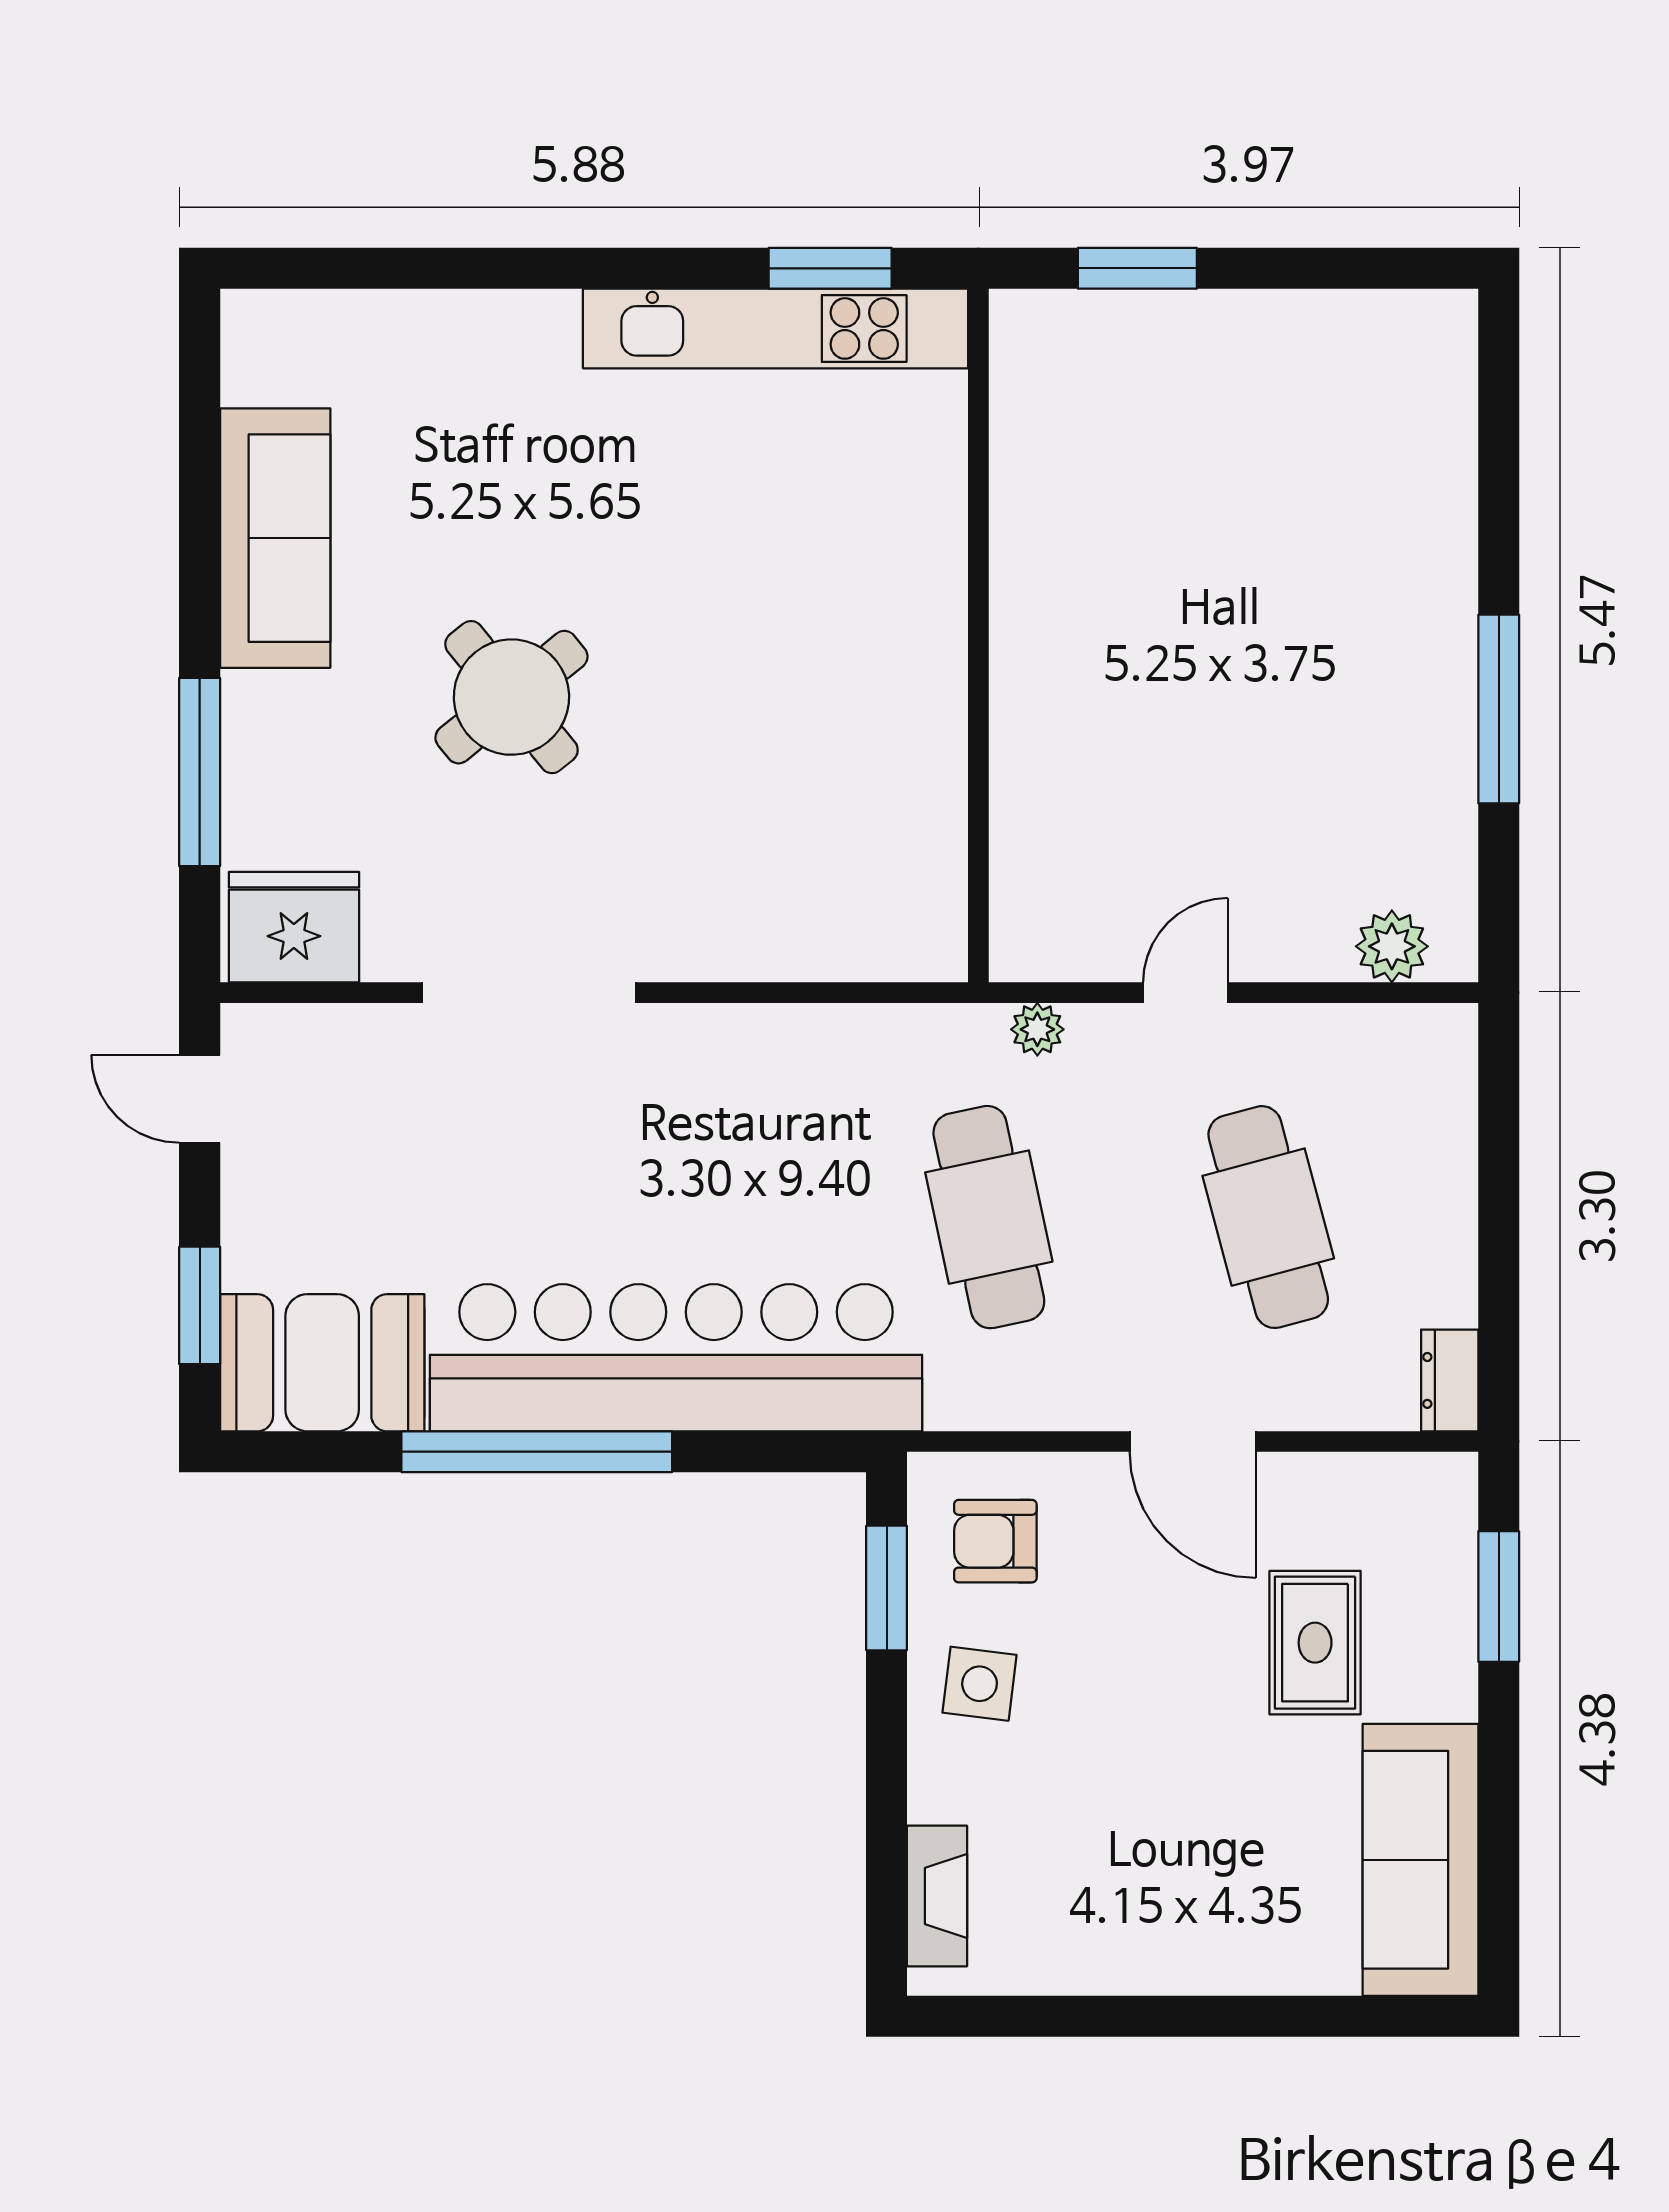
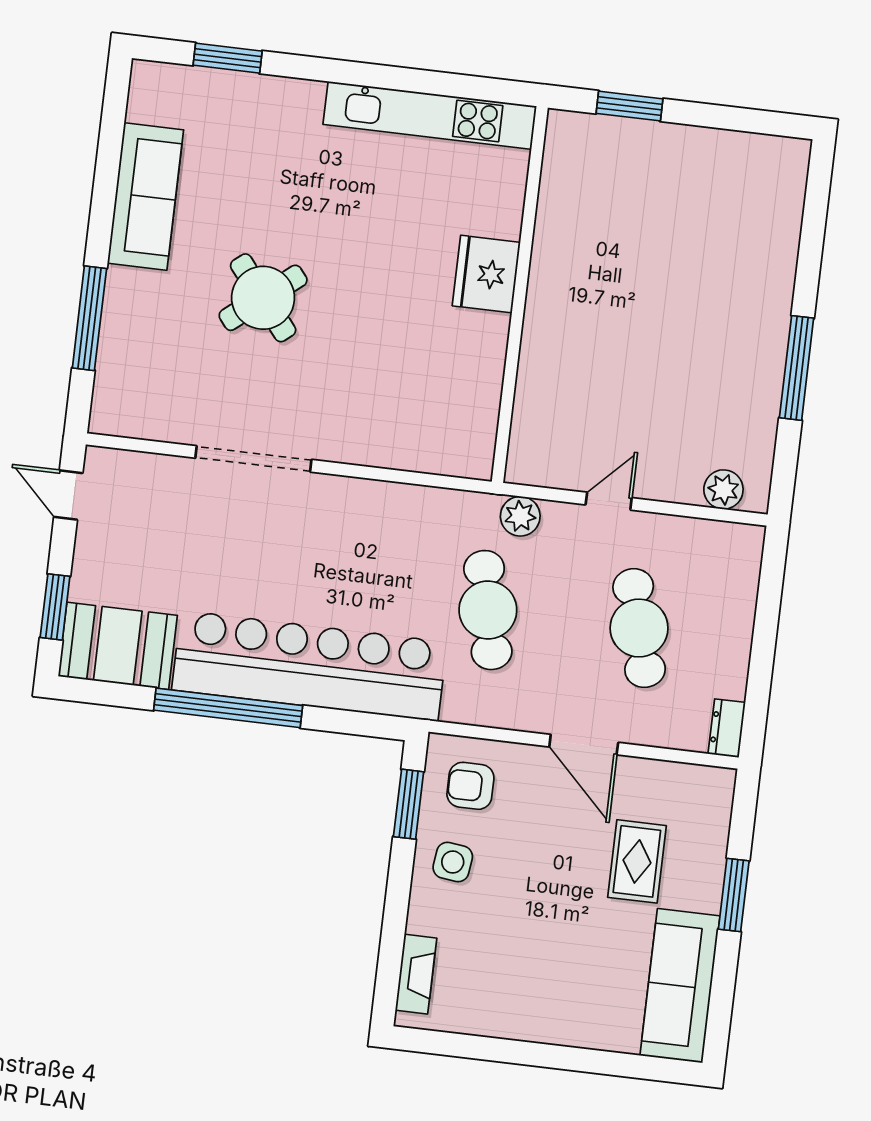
window: (830, 268) -> (228, 58), moved
fridge: (294, 927) -> (486, 274), moved, turned -90
plant: (1037, 1029) -> (520, 516), width x1.38, depth x1.38
window: (1499, 1597) -> (734, 895), moved

